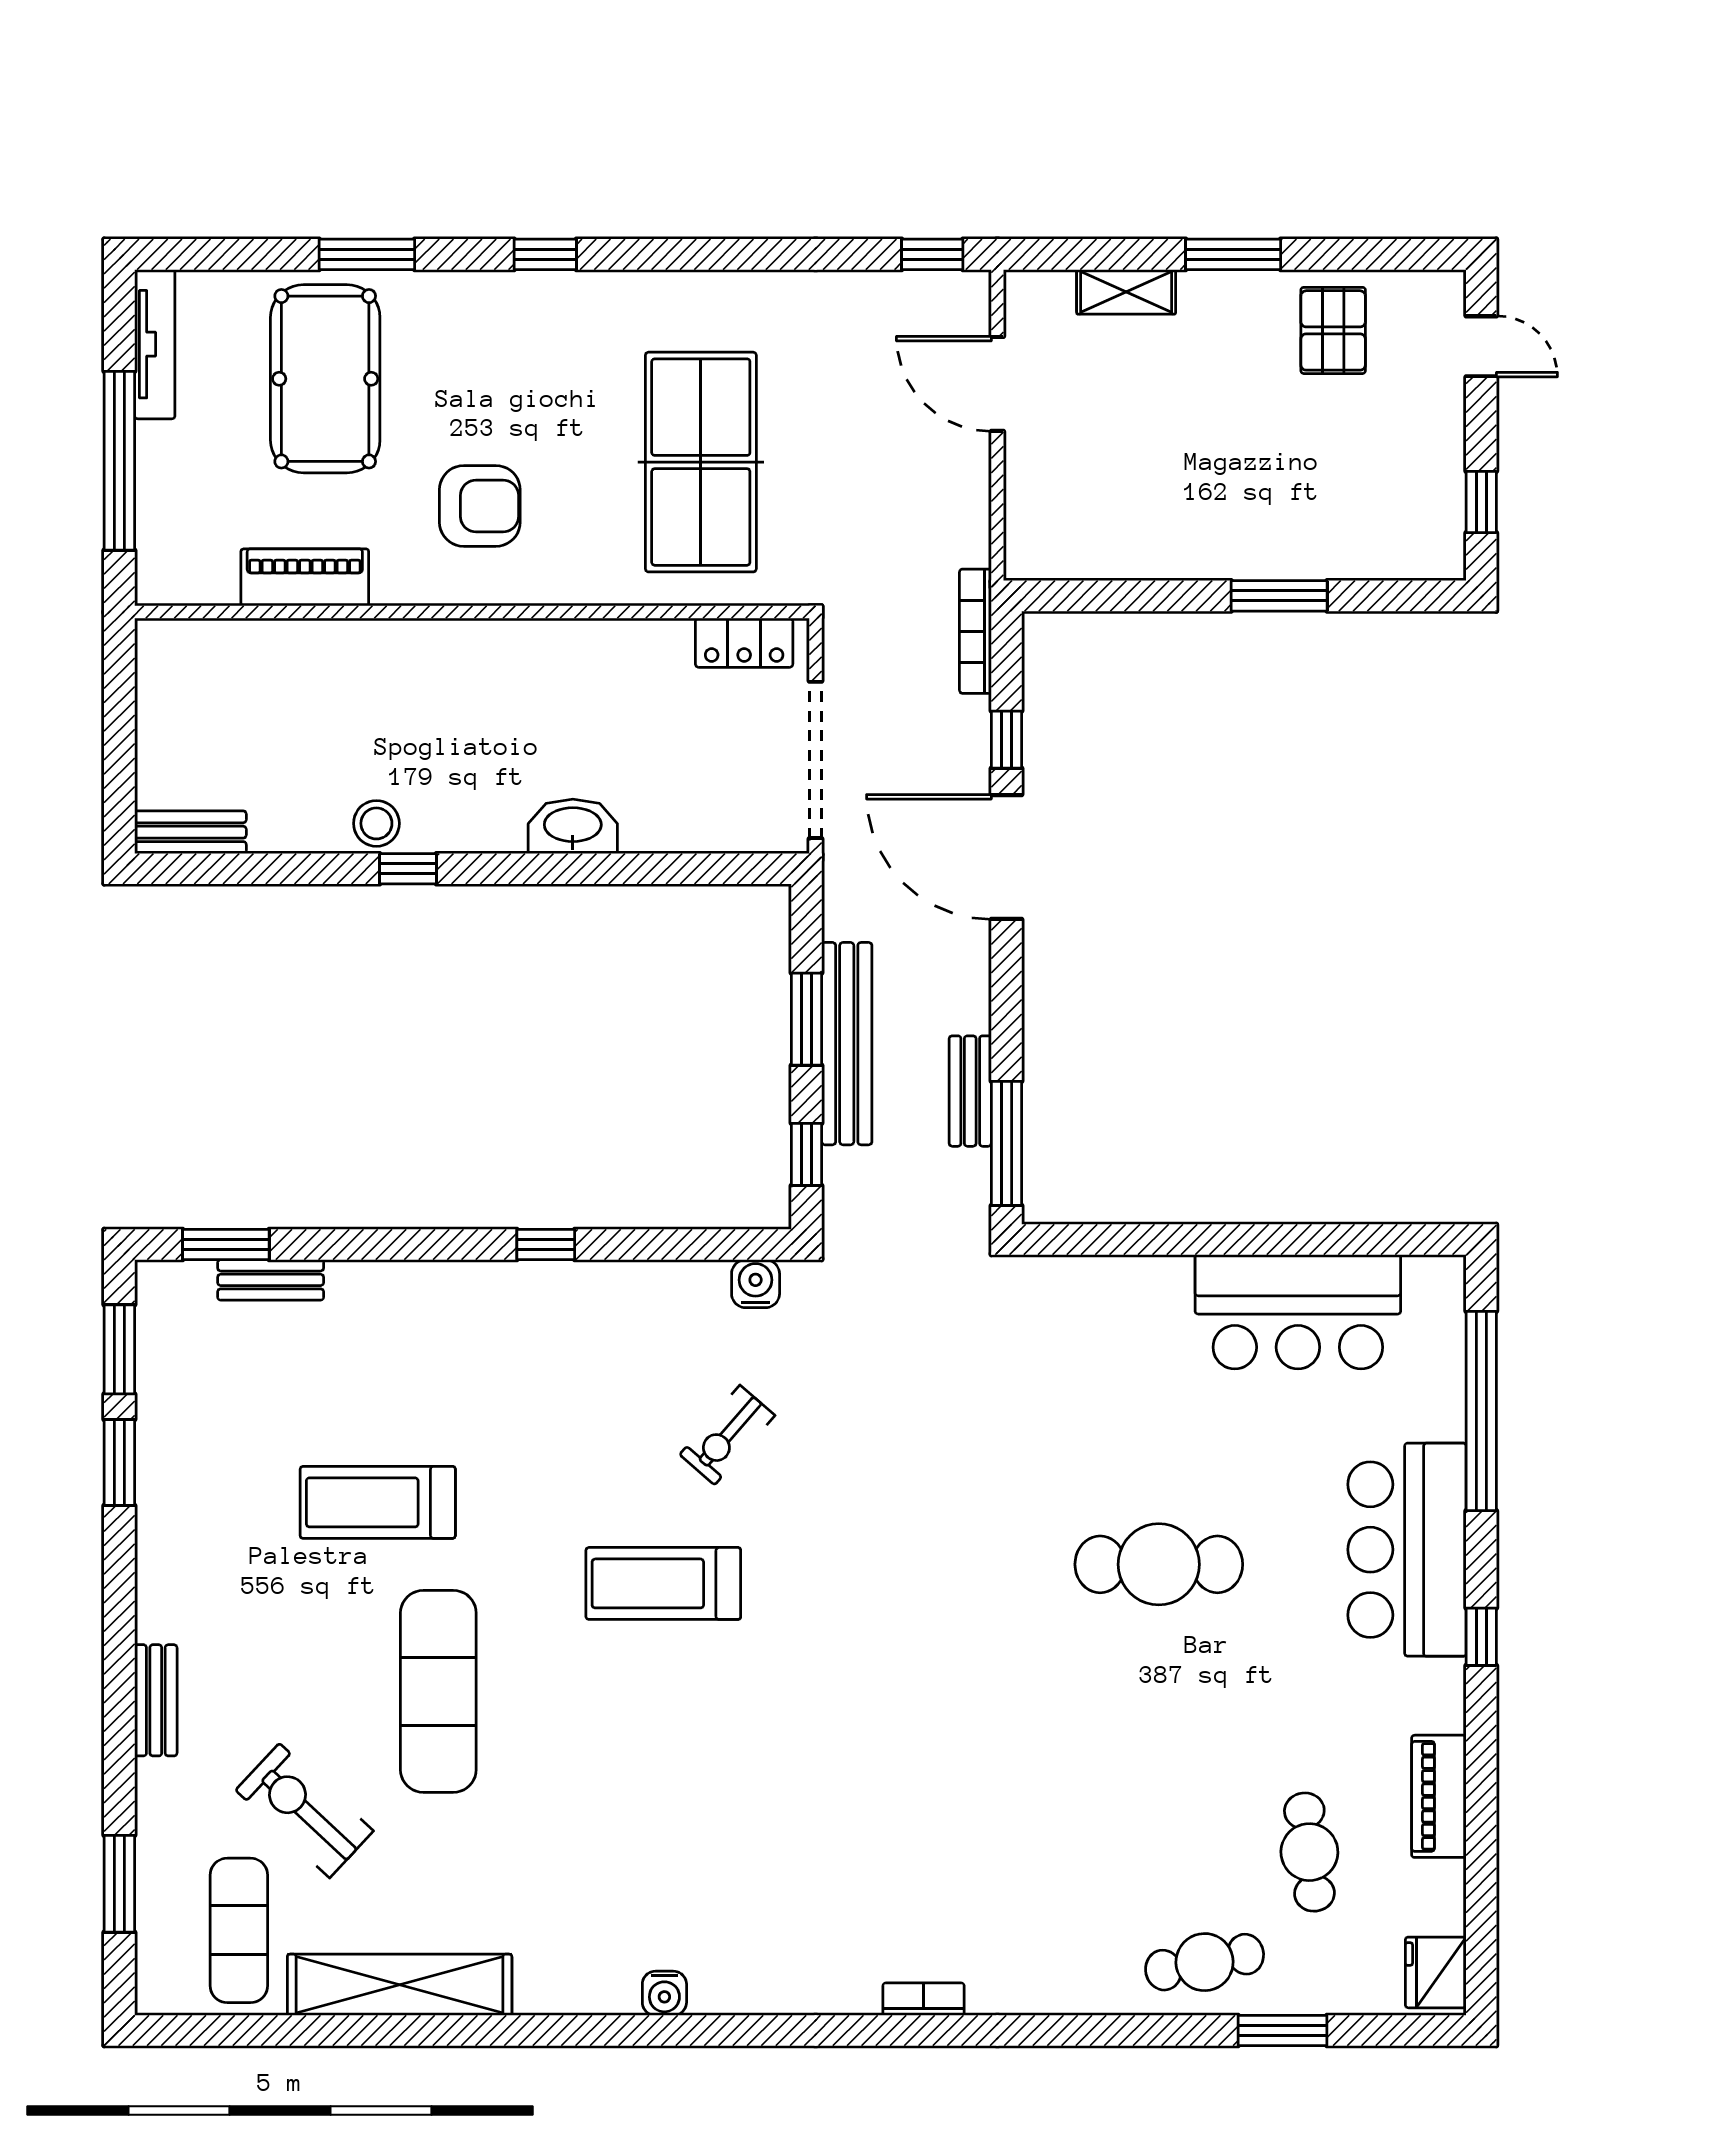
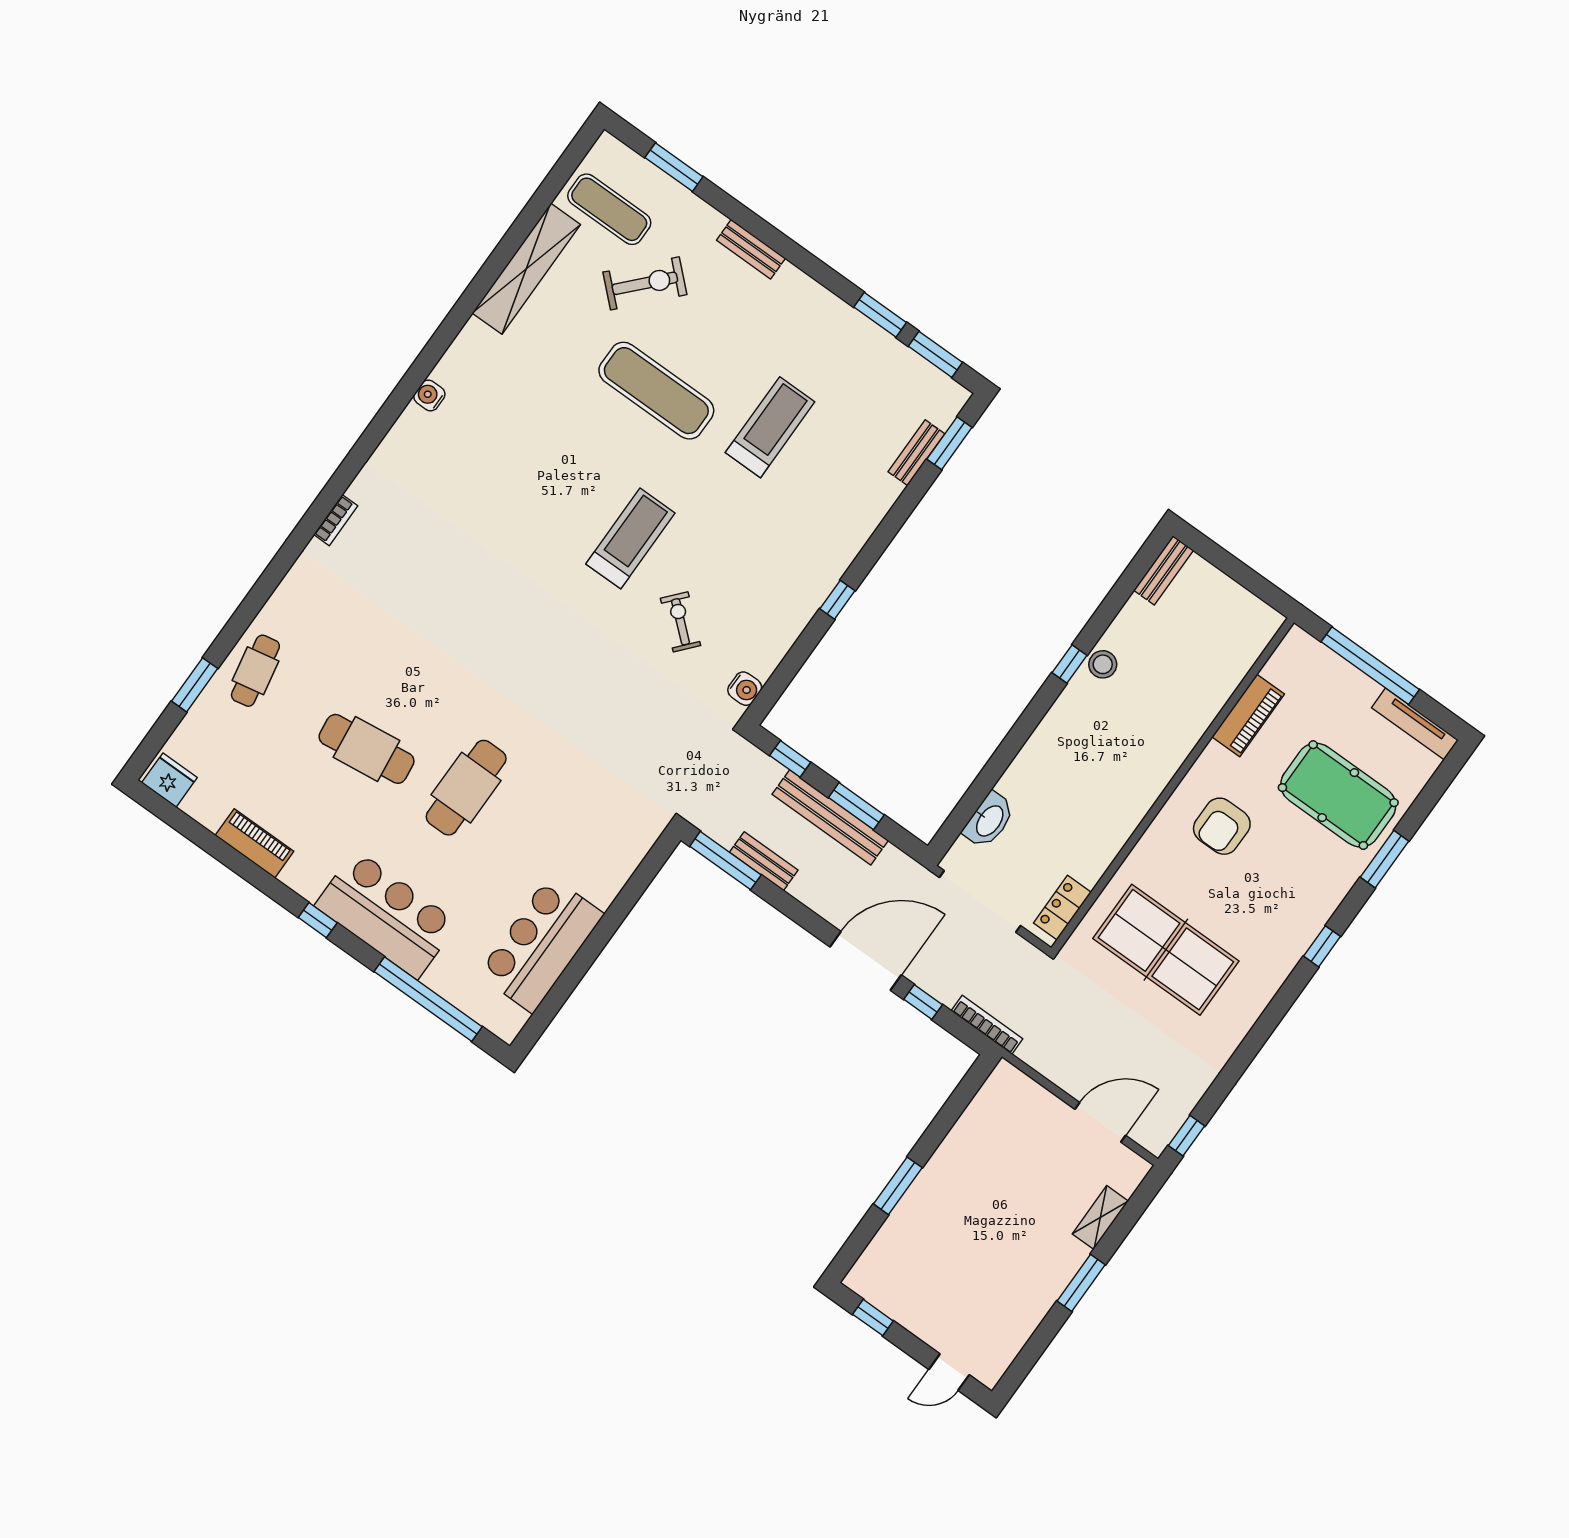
pallet: (1333, 330) -> (1009, 1305), removed
washbasin: (573, 826) -> (989, 820), moved
cafe table: (1309, 1852) -> (367, 749), moved, width x1.37, depth x1.35

